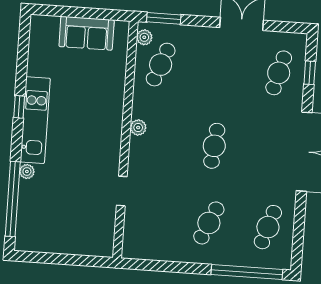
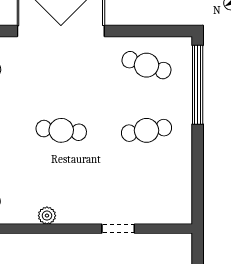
cafe table: (209, 223) -> (146, 130), turned -33

